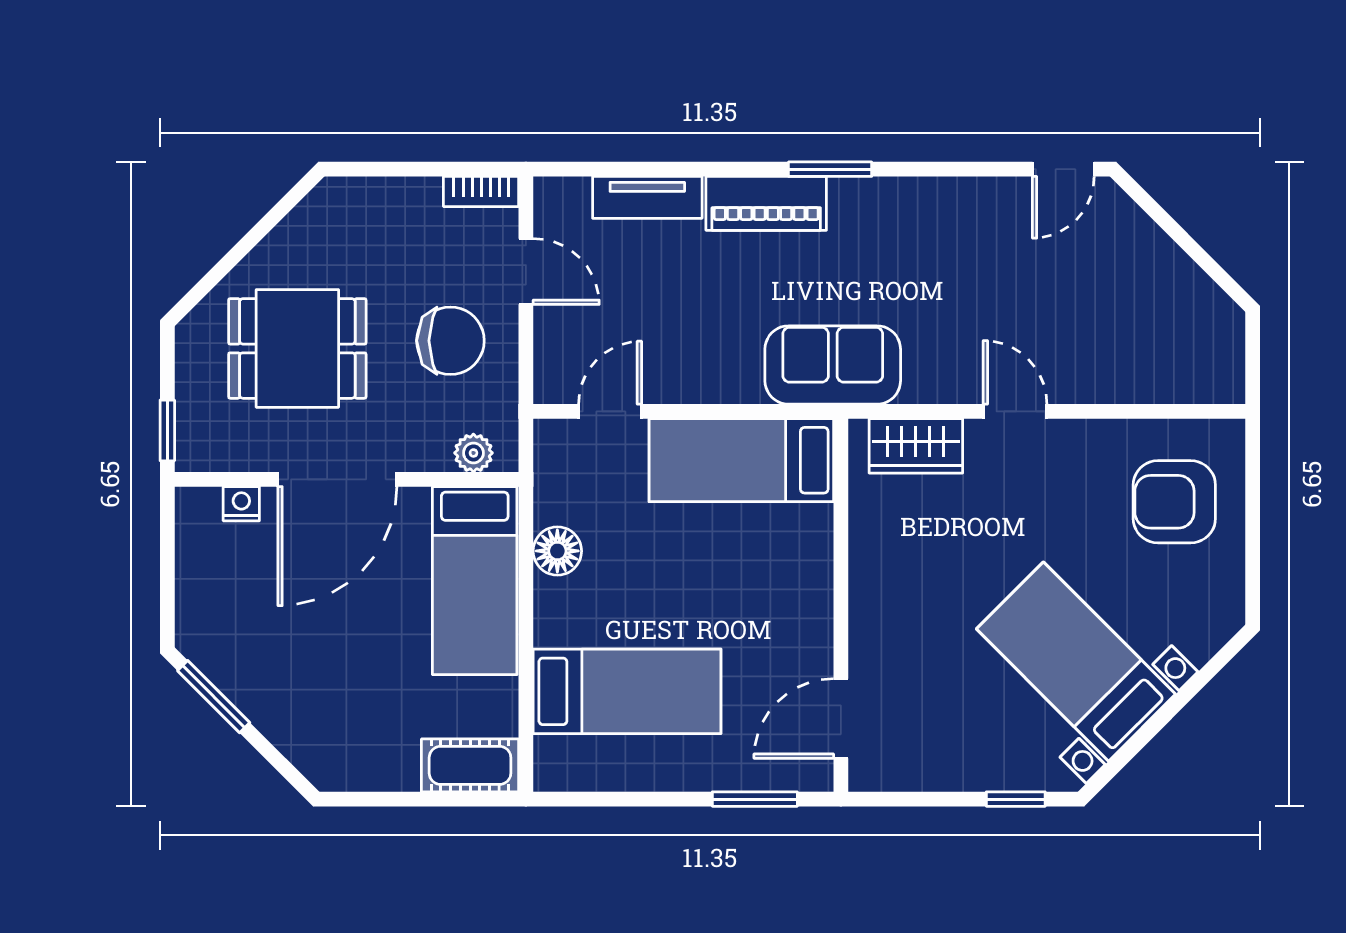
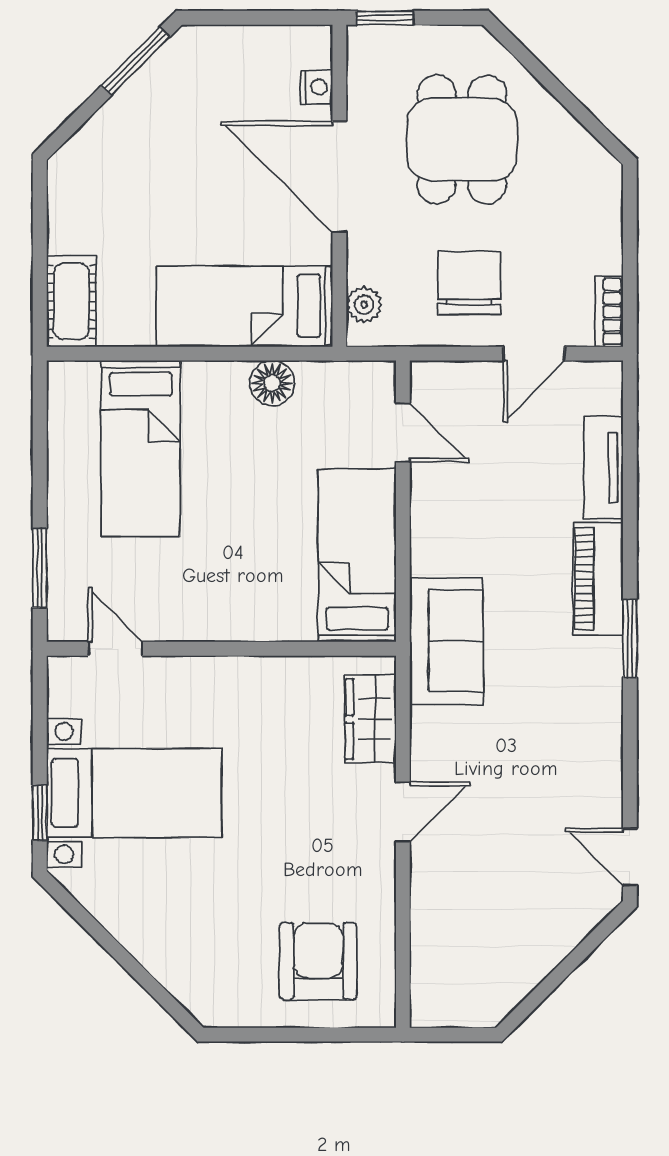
chair: (450, 341) -> (469, 283), turned 180
bed with nightstands: (1076, 662) -> (134, 793), moved, turned 45
door: (841, 718) -> (115, 649), width x0.73

